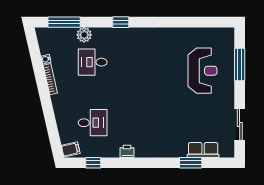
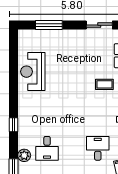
reception desk: (202, 71) -> (33, 72), moved, turned -90
coffee table: (169, 131) -> (104, 84), added

